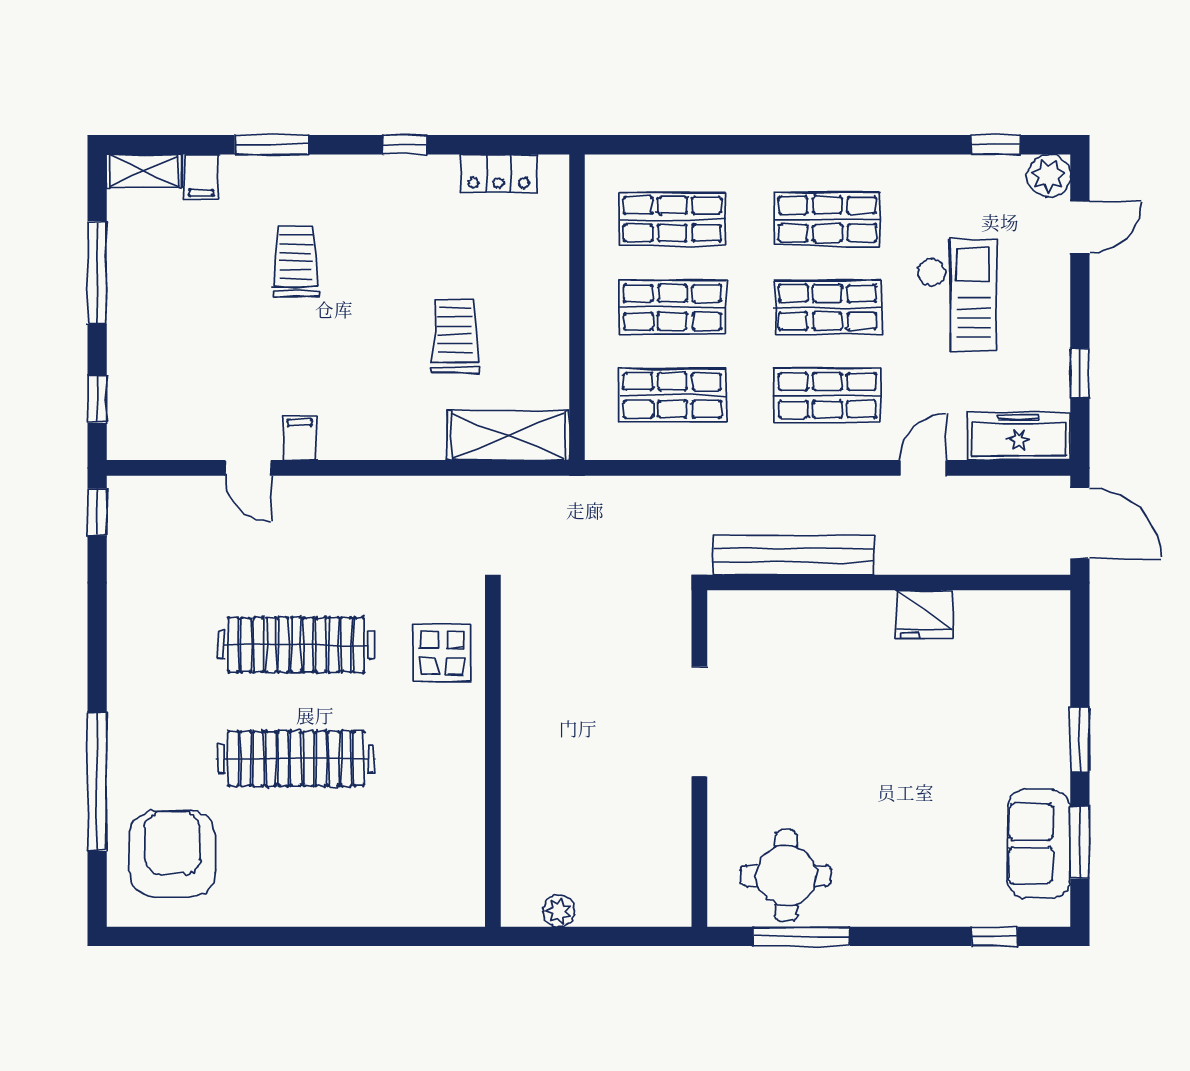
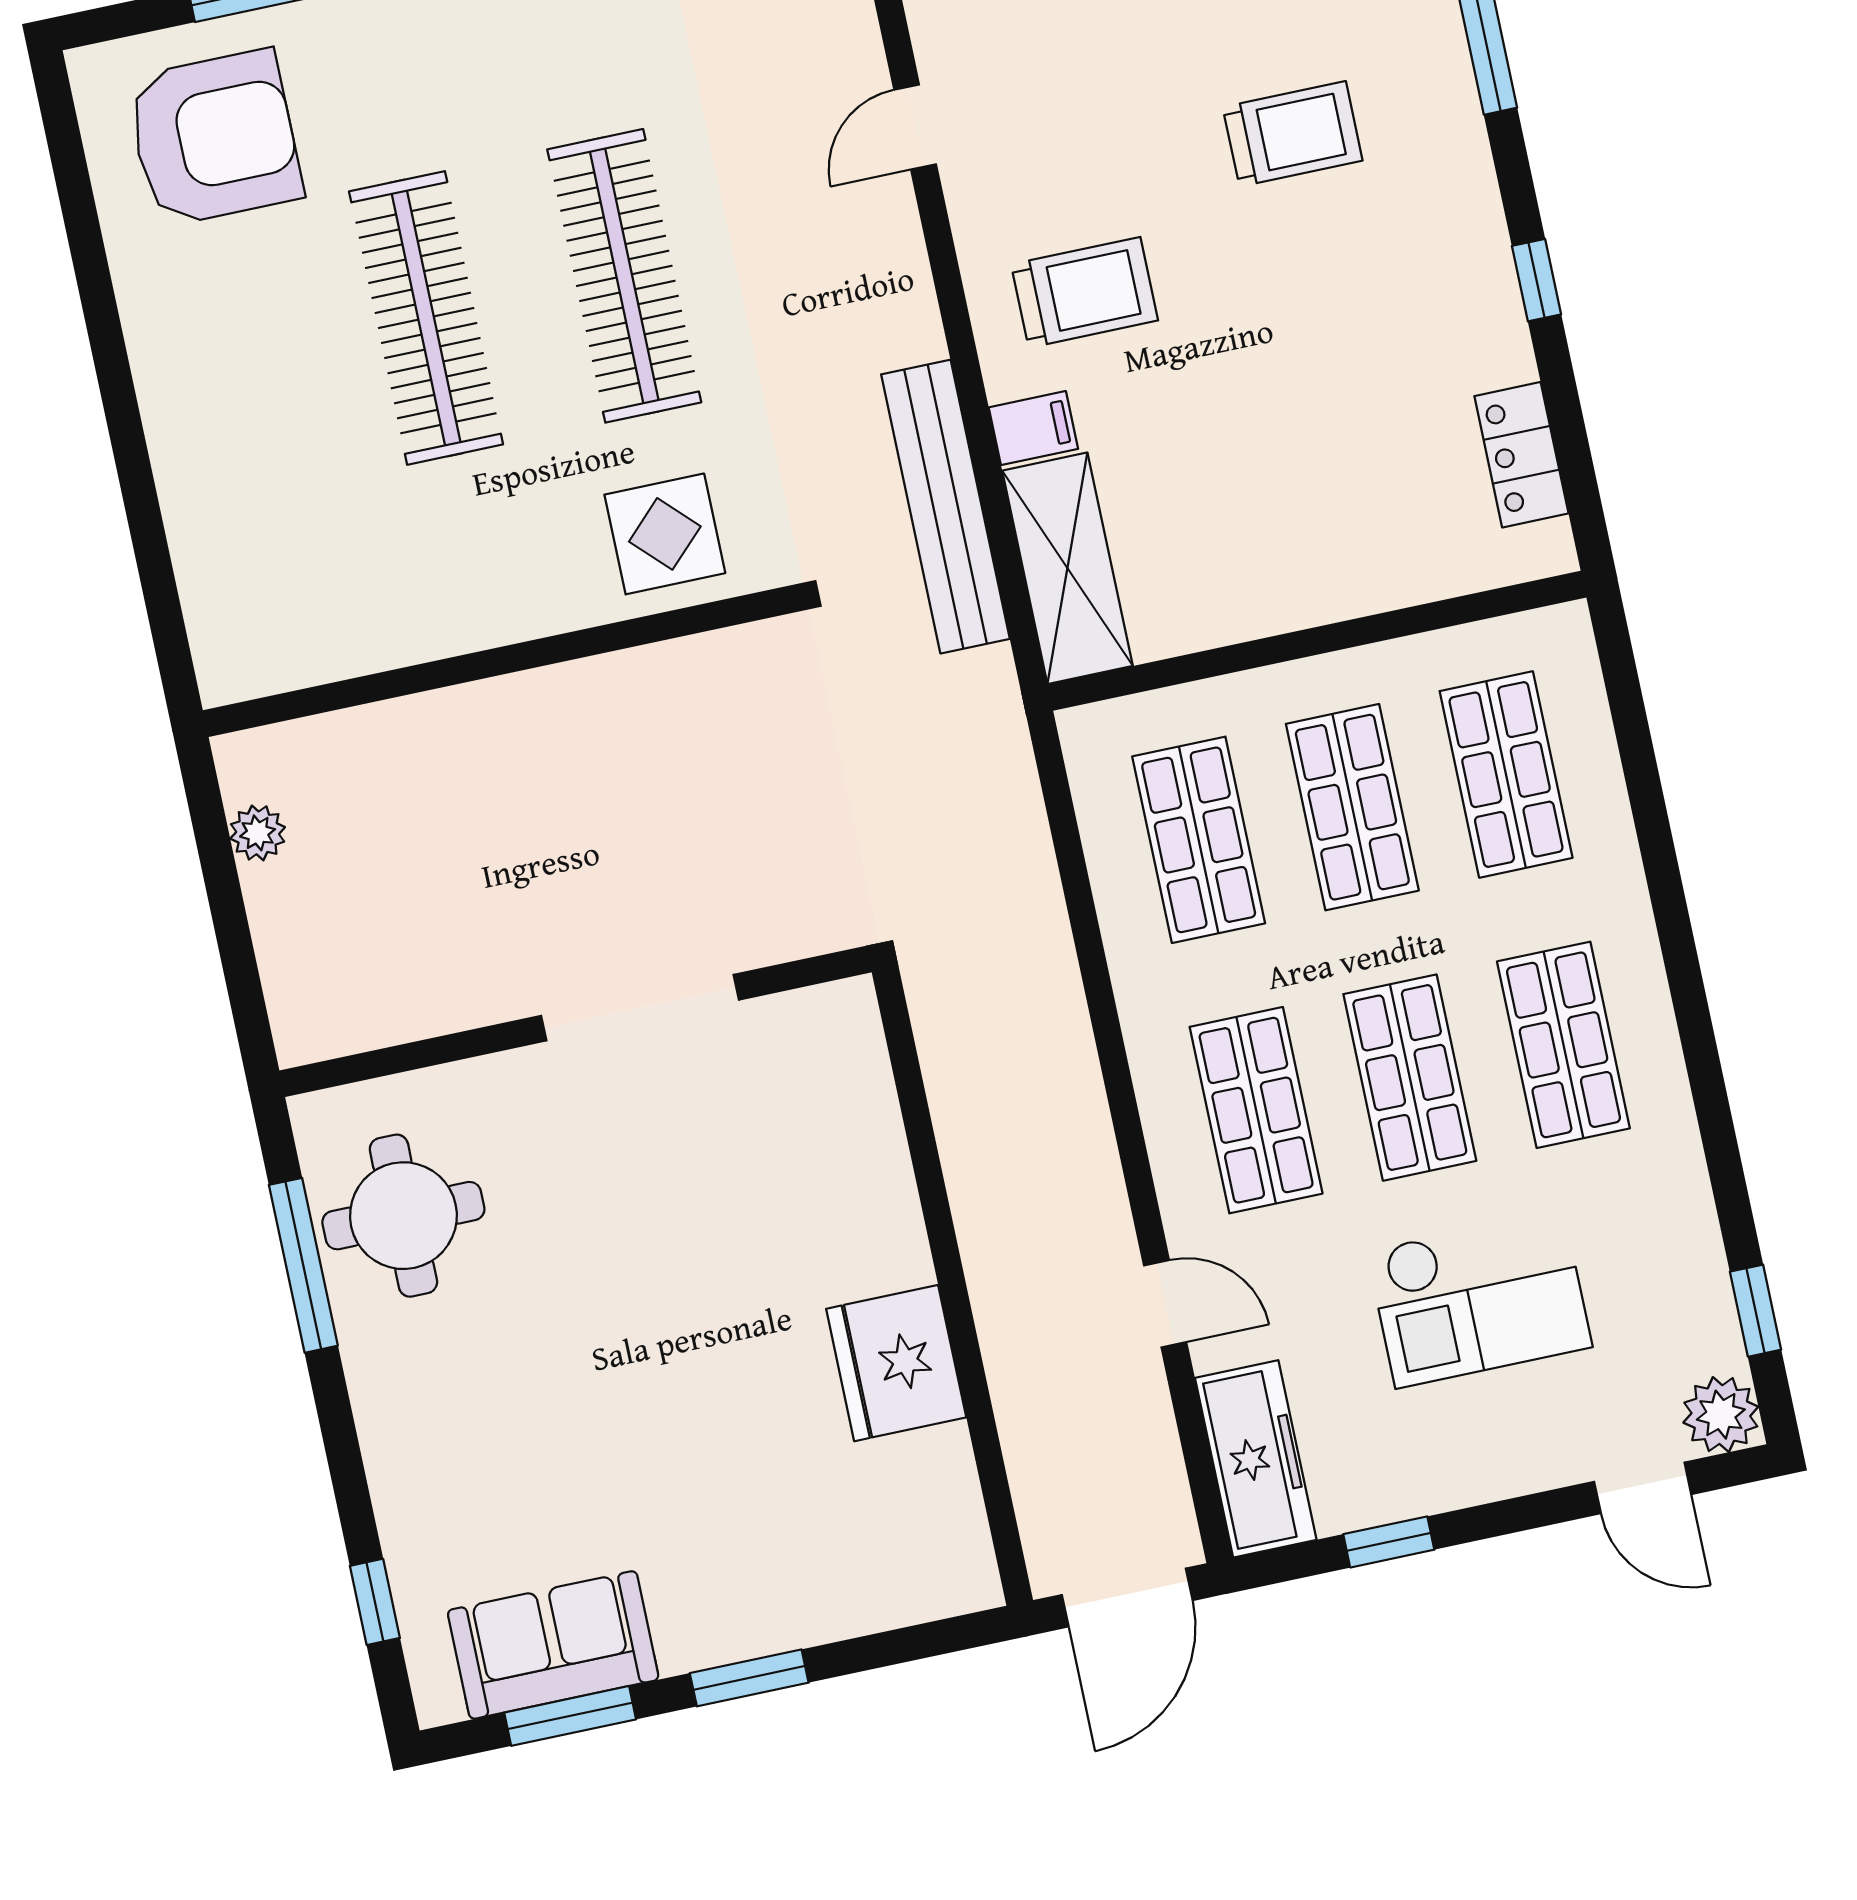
trolley: (455, 336) -> (1085, 292), moved
filing cabinet: (300, 438) -> (1033, 428), moved
bench: (794, 555) -> (945, 507), moved
fridge: (924, 614) -> (896, 1363), width x1.36, depth x1.34

